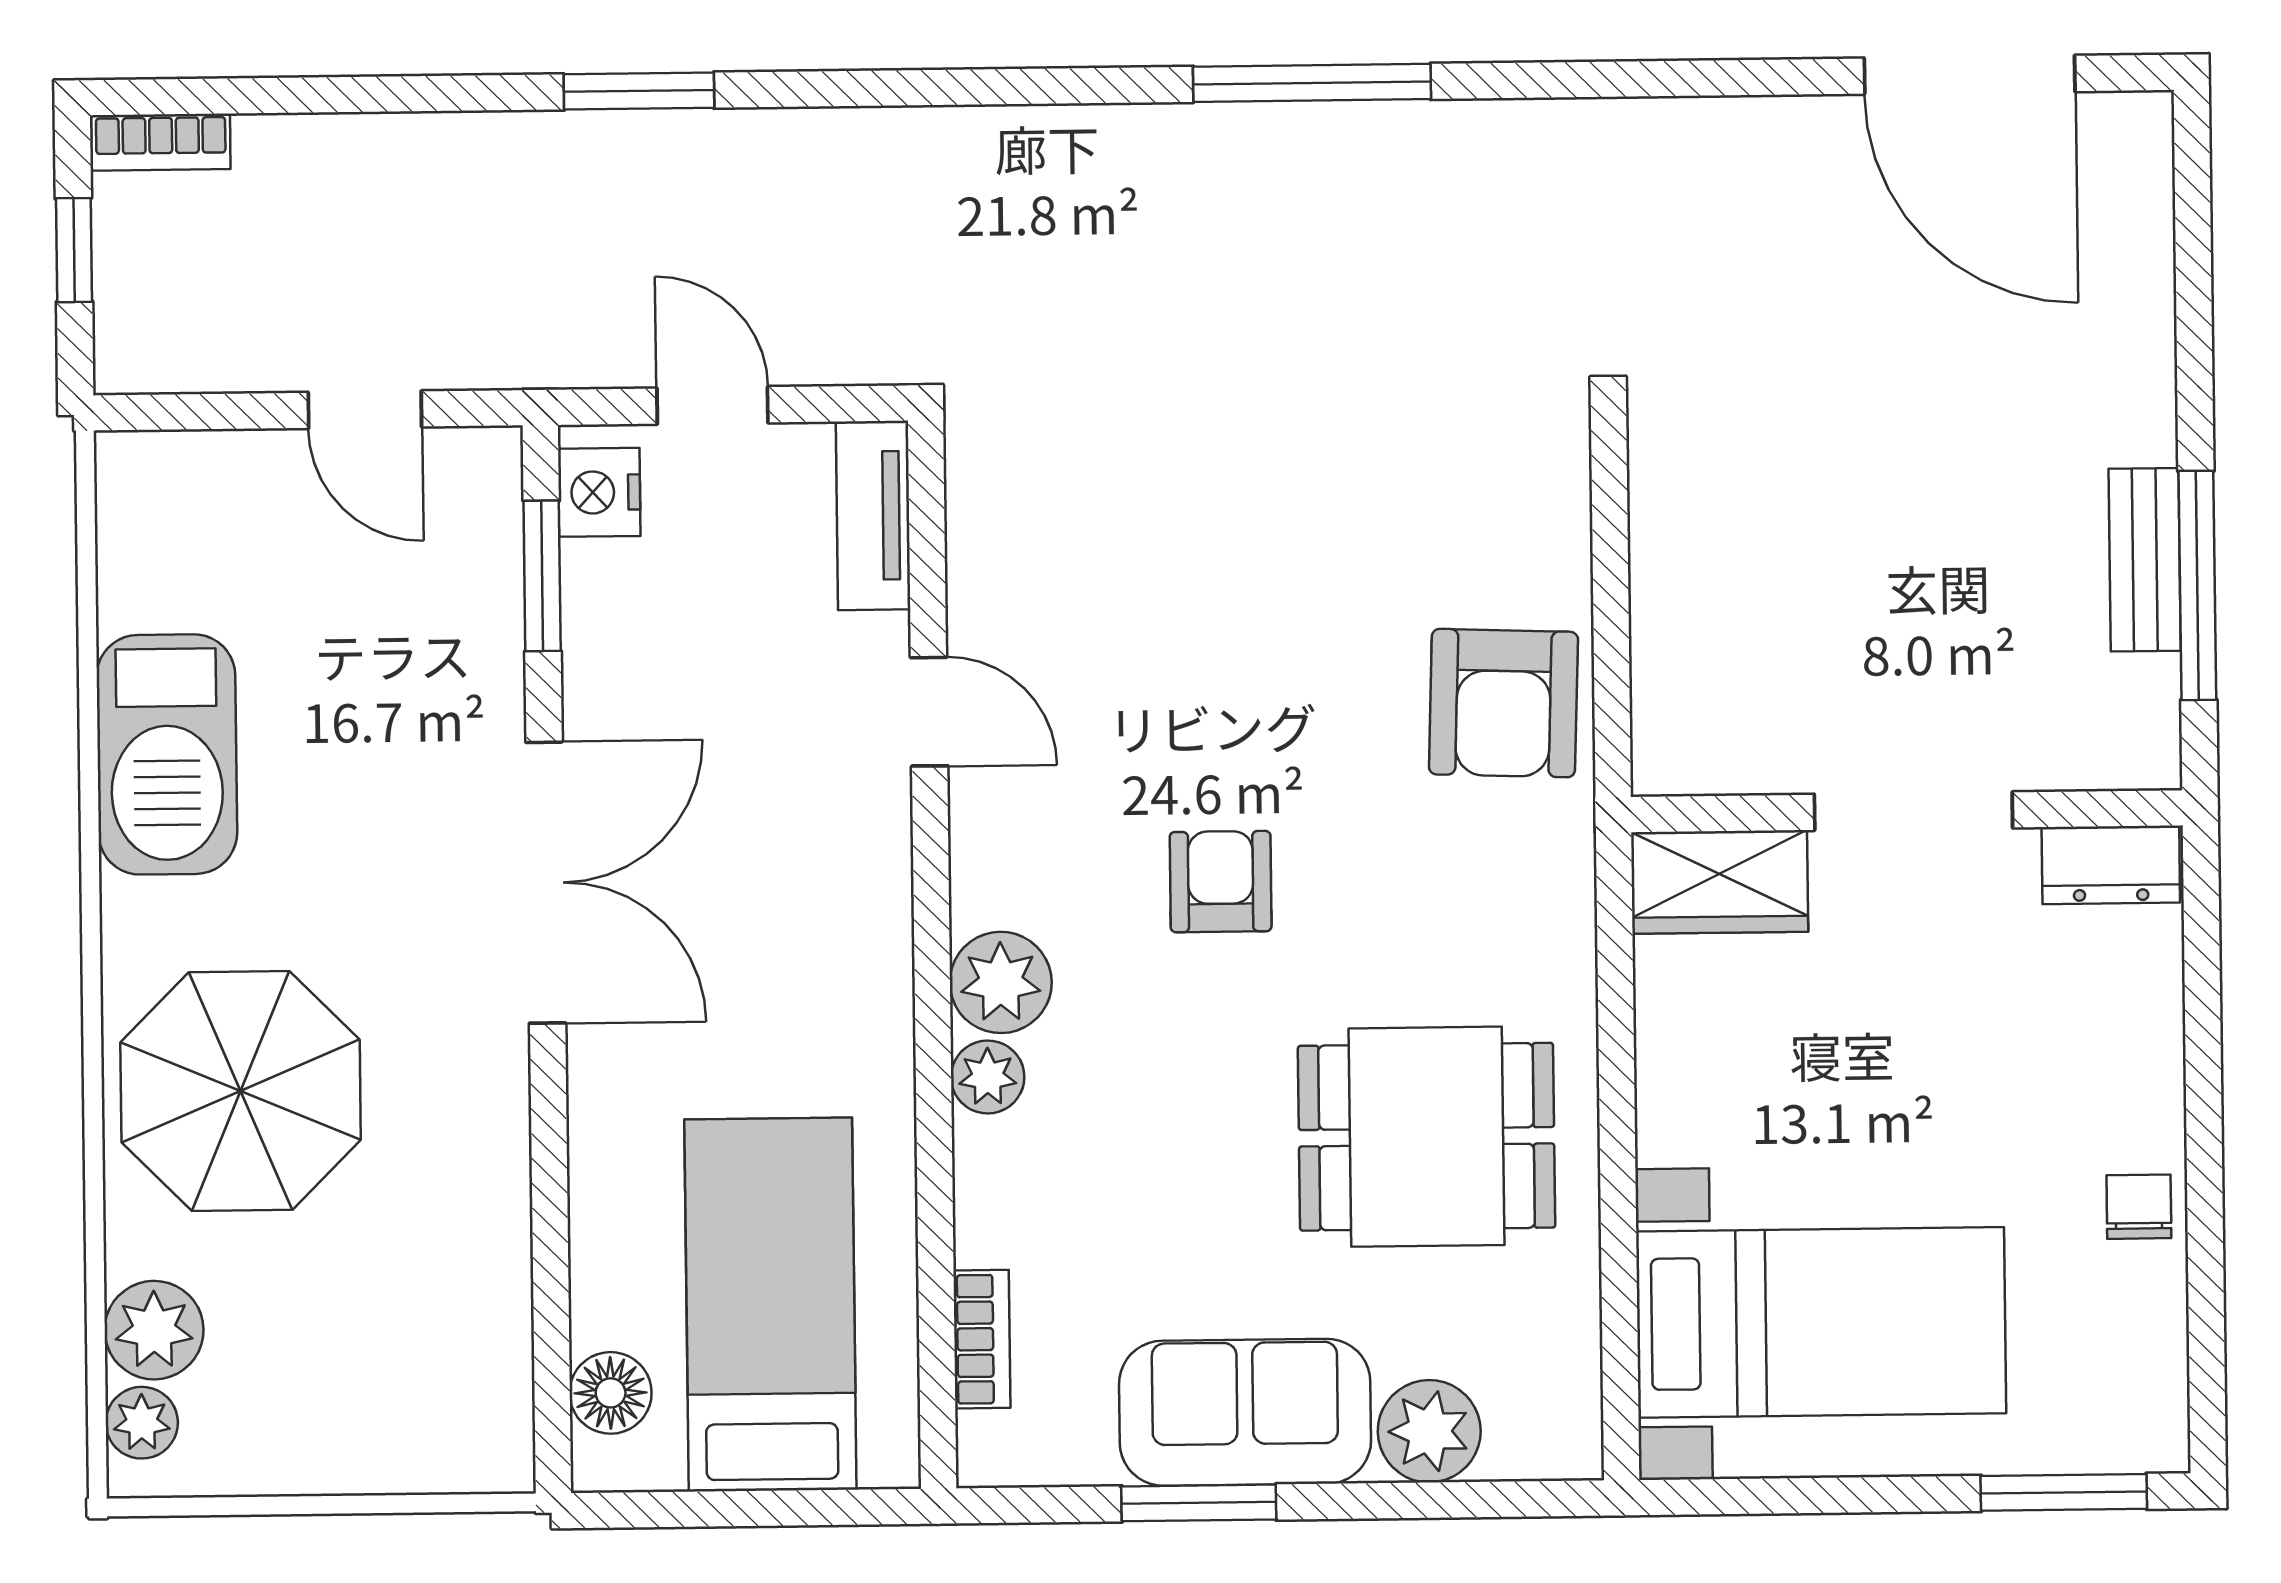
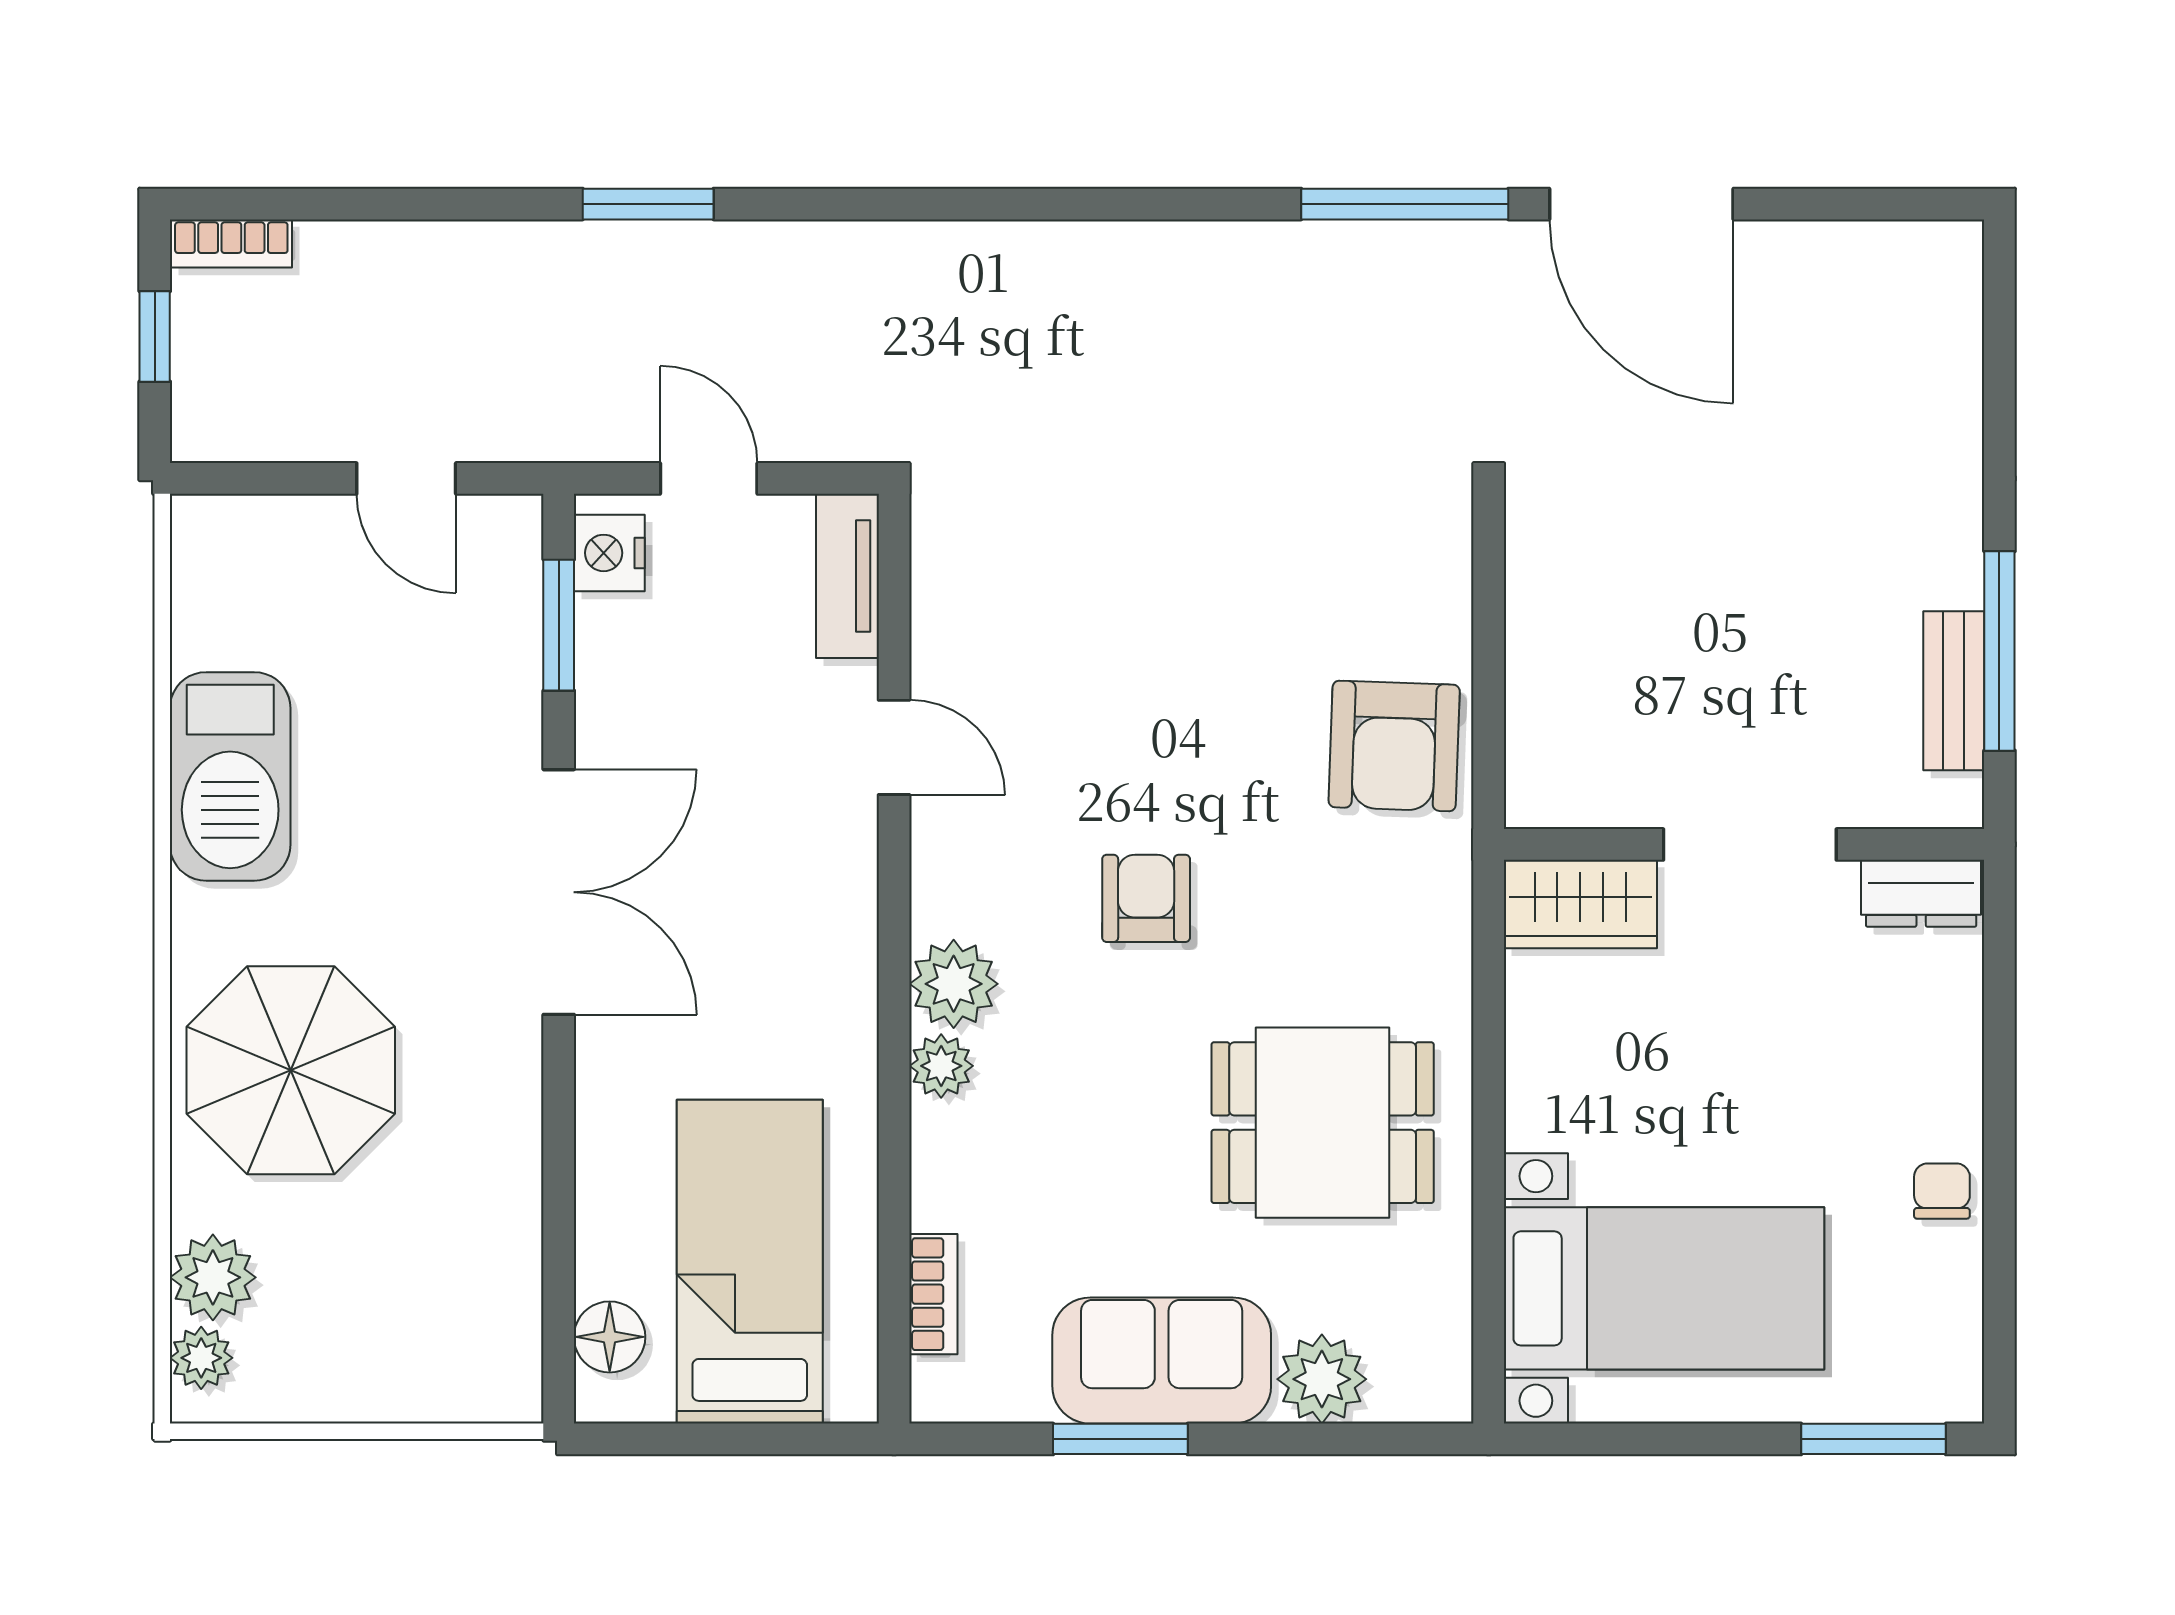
door: (1970, 75) -> (1641, 204), moved
window: (1312, 83) -> (1405, 204), moved
bench: (2145, 560) -> (1954, 691), moved

